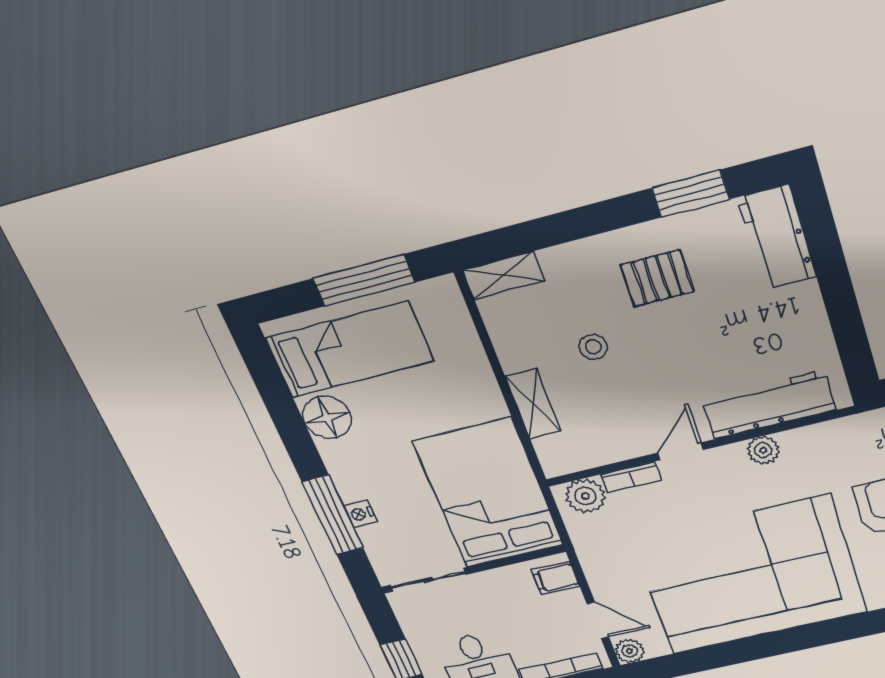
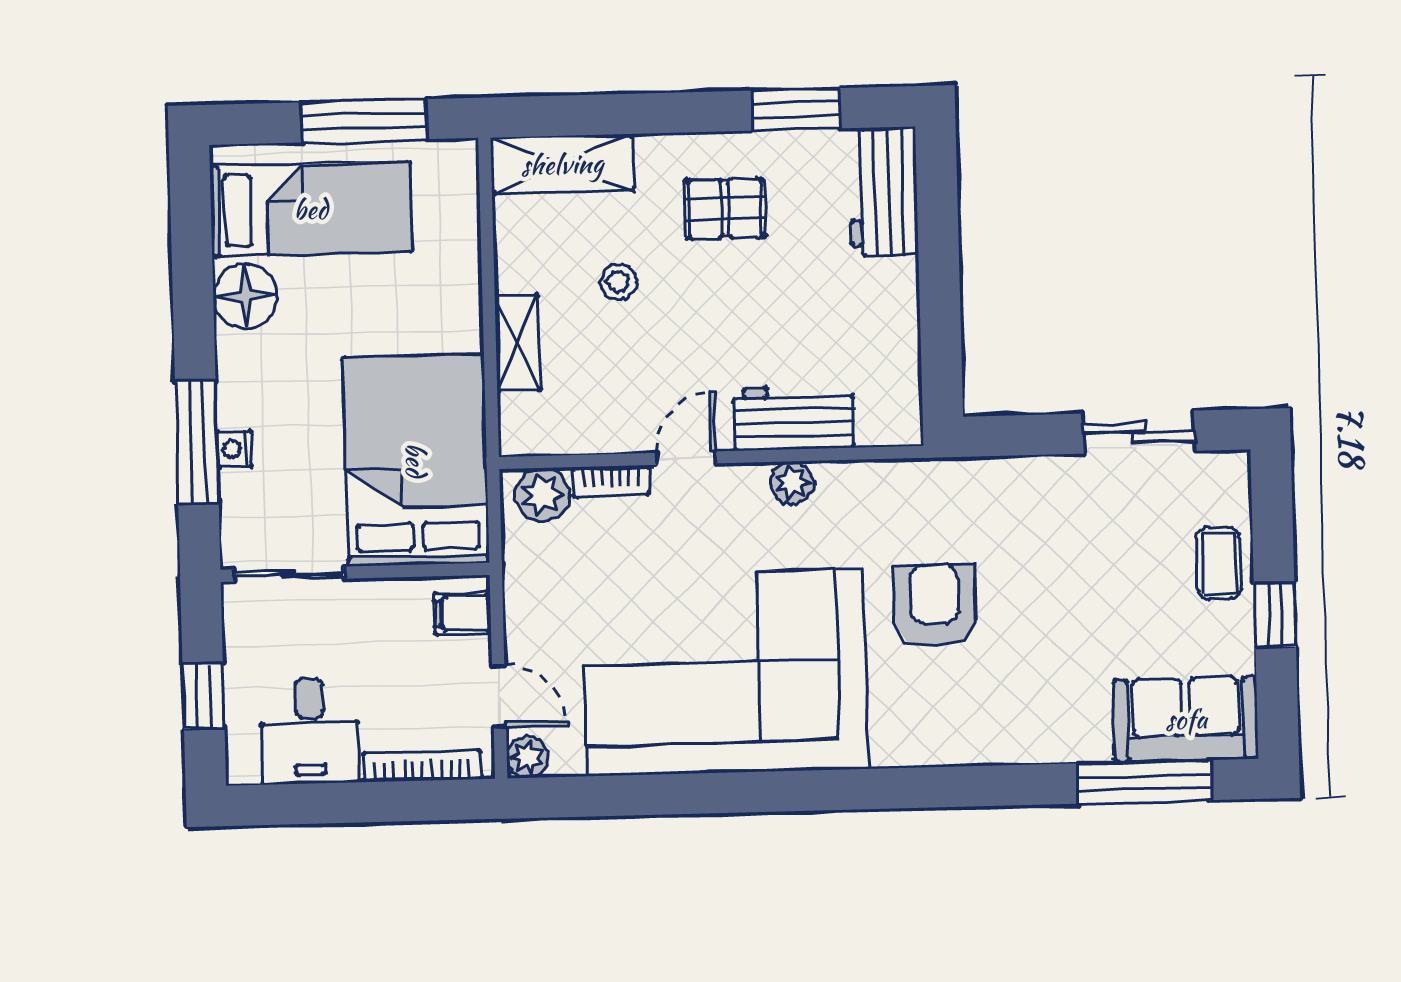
shelving: (504, 275) -> (562, 164), width x1.50, depth x1.33
workbench: (769, 405) -> (794, 418), width x0.73

